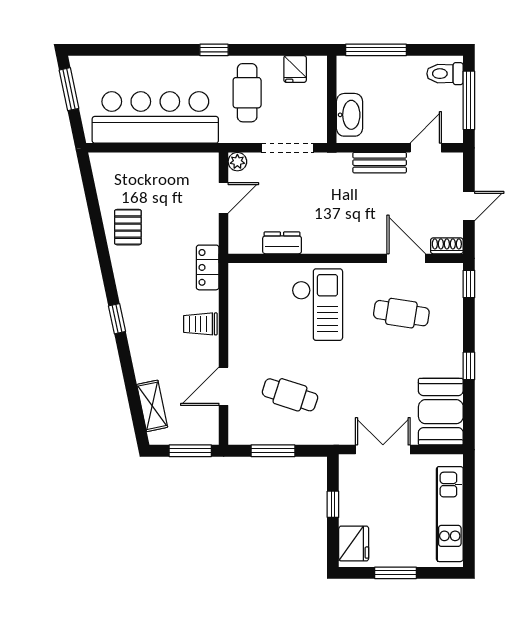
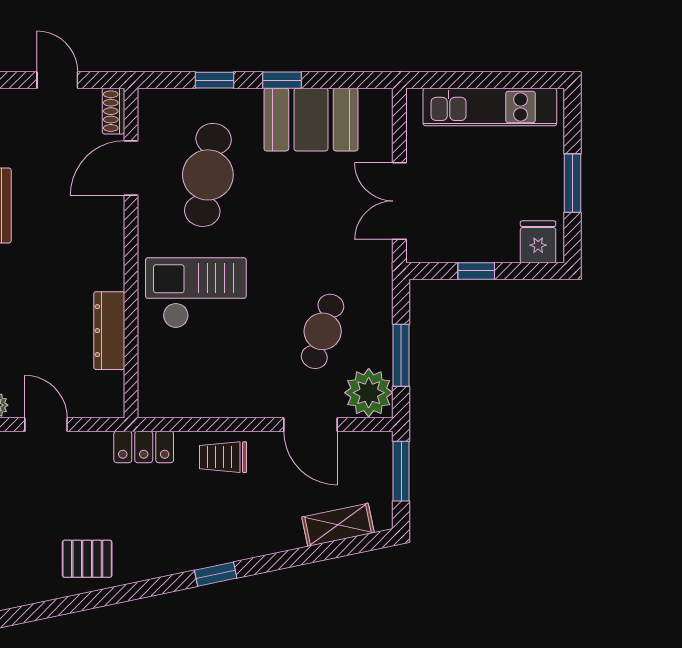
dresser: (282, 243) -> (109, 331), width x1.44
window: (469, 284) -> (215, 80), moved
cafe table: (401, 313) -> (208, 175), width x1.37, depth x1.35
trolley: (200, 324) -> (223, 457), turned 90
booth: (441, 412) -> (311, 120), moved
plant: (246, 428) -> (369, 393), added
fridge: (354, 543) -> (538, 242), width x0.72

